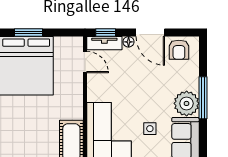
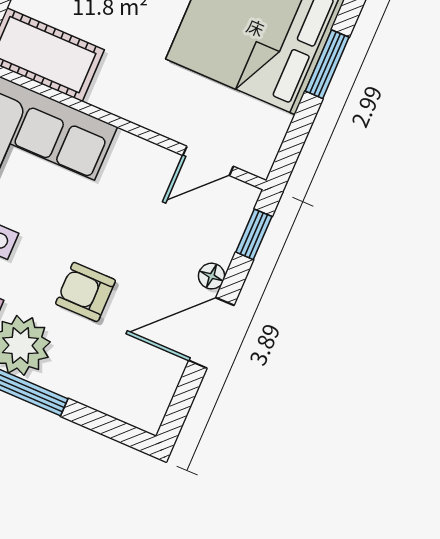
tv unit: (104, 43) -> (232, 222), removed
armchair: (179, 50) -> (86, 292), moved

